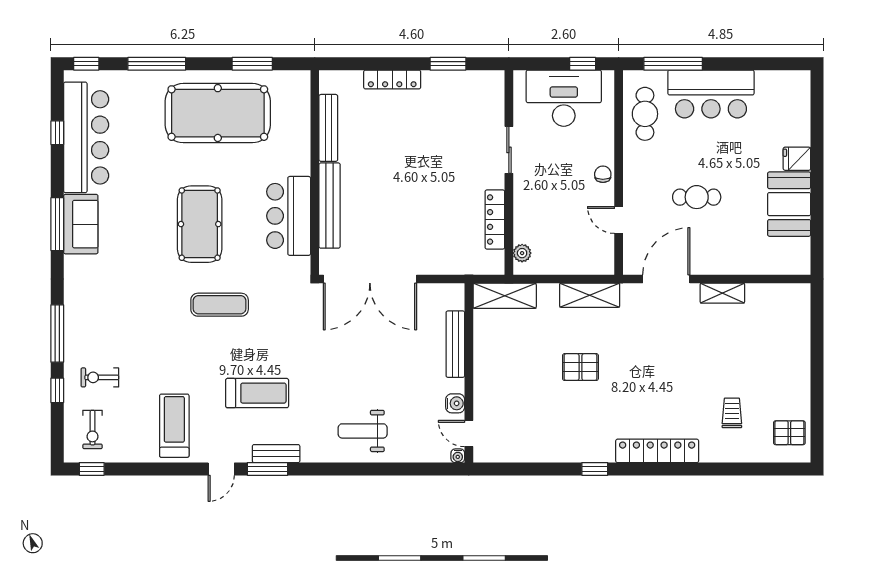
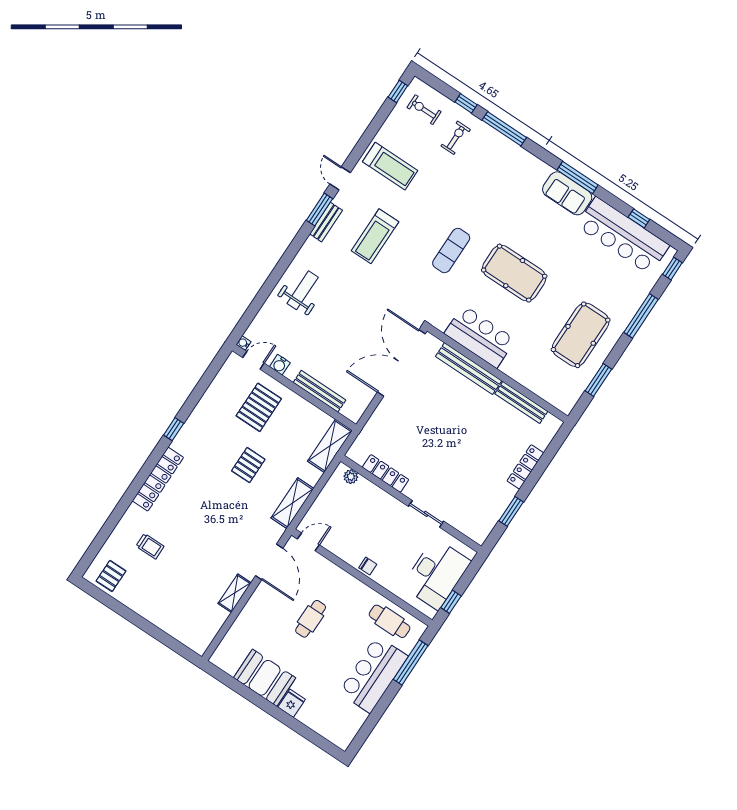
pool table: (218, 113) -> (581, 335), width x0.73, depth x0.76
door: (619, 220) -> (308, 542), moved
pallet: (514, 396) -> (259, 407), added

